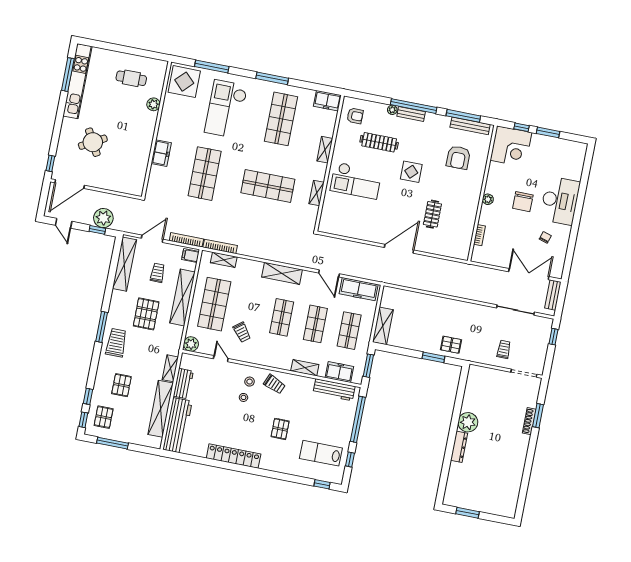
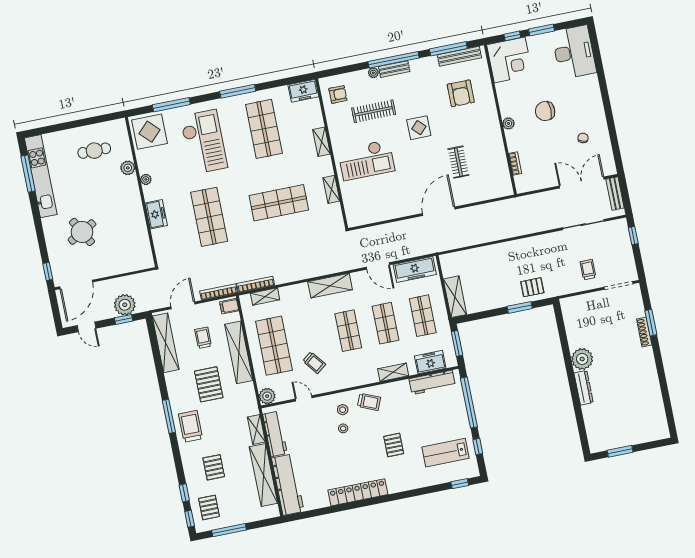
checkout: (226, 109) -> (204, 142), turned 180
plant: (165, 120) -> (146, 179), added
desk: (560, 201) -> (574, 52), moved
chair: (523, 202) -> (545, 111), turned 90
workbench: (183, 384) -> (275, 434), width x1.38

